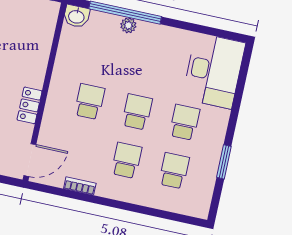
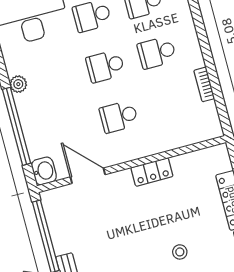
plant: (128, 25) -> (18, 84), moved
door: (30, 160) -> (88, 176), moved

